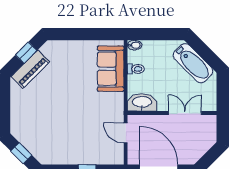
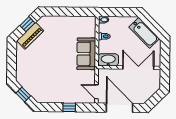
sofa: (111, 69) -> (86, 54), moved
double door: (185, 113) -> (138, 68), width x1.37
door: (126, 133) -> (96, 92), moved

